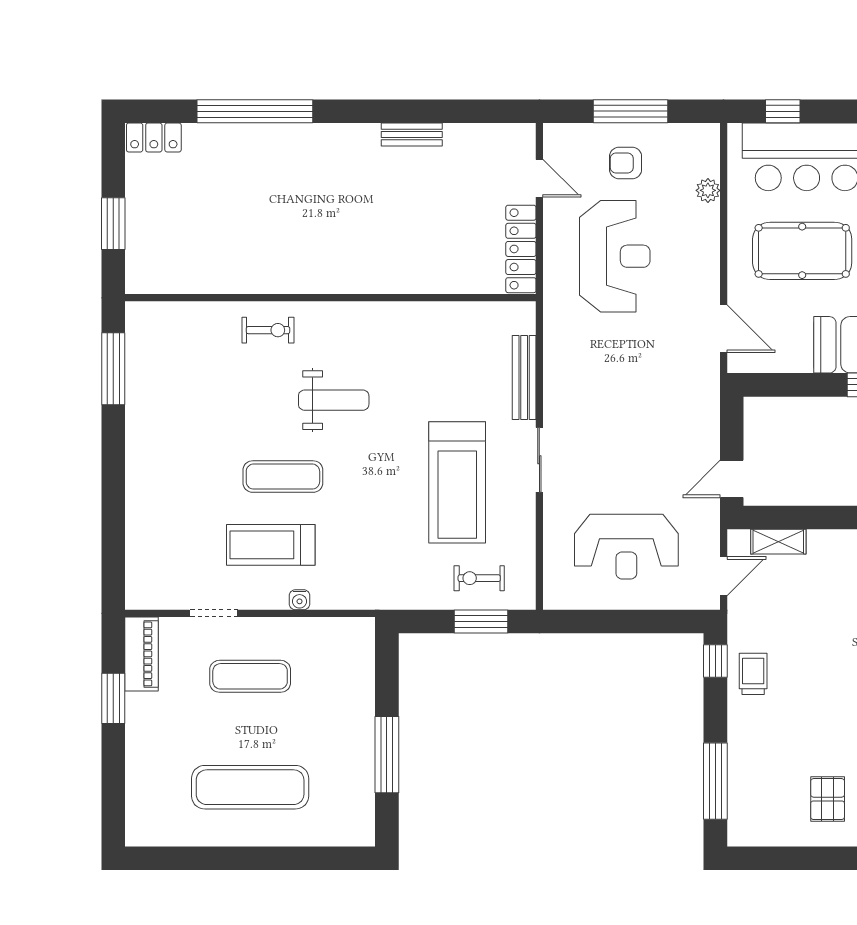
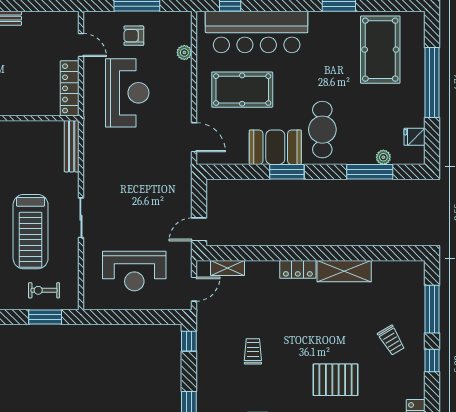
bench: (524, 377) -> (72, 146), moved
trolley: (753, 674) -> (253, 351), moved

